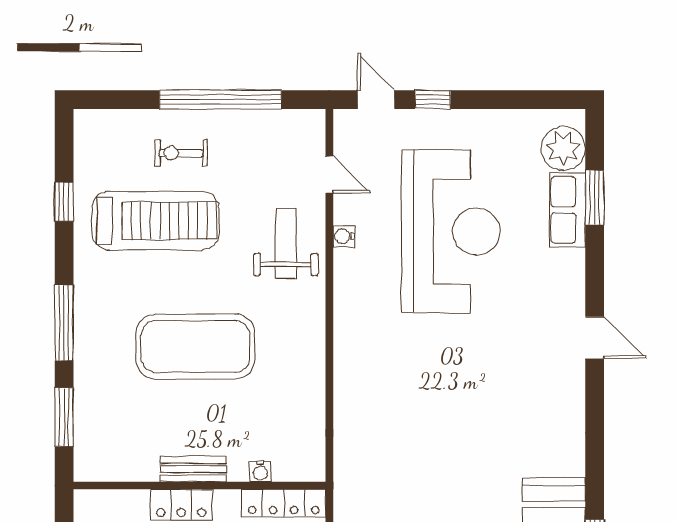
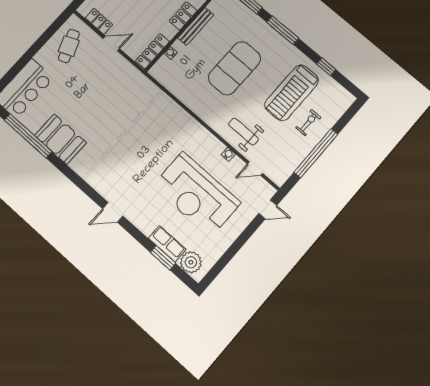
window: (433, 100) -> (250, 230), removed
weight bench: (286, 243) -> (244, 131), turned 180
bench: (193, 469) -> (196, 26), width x1.36

